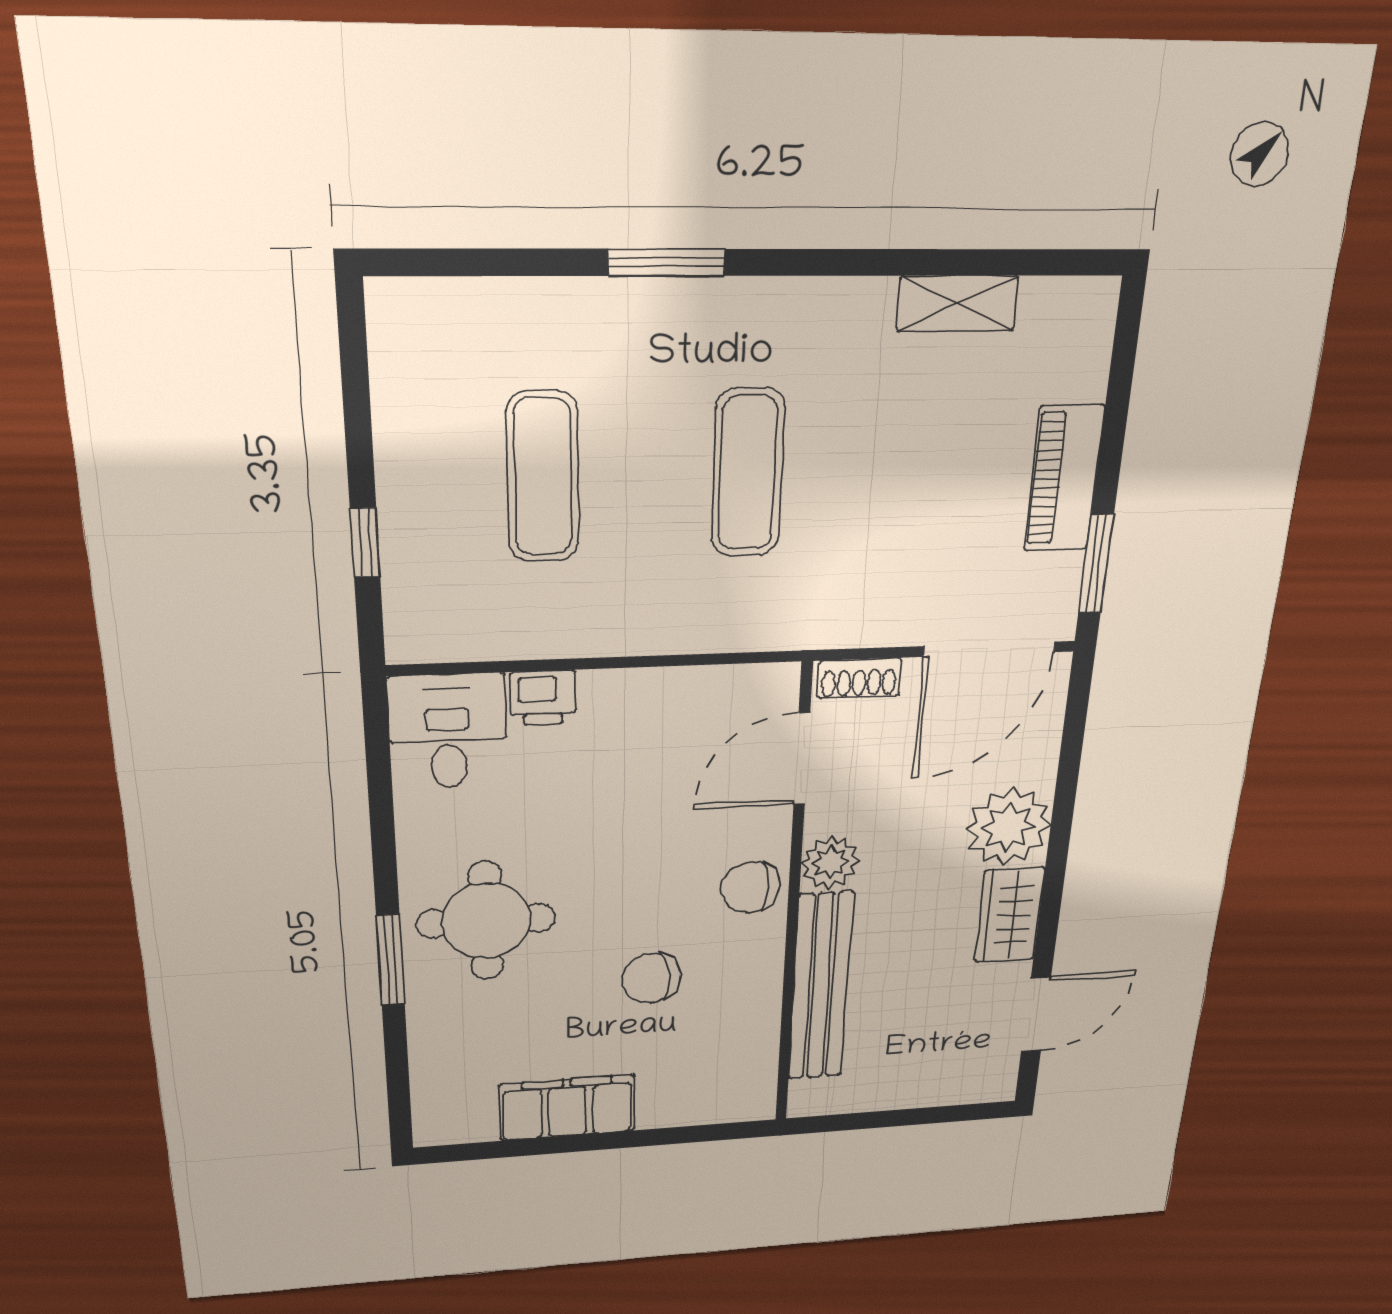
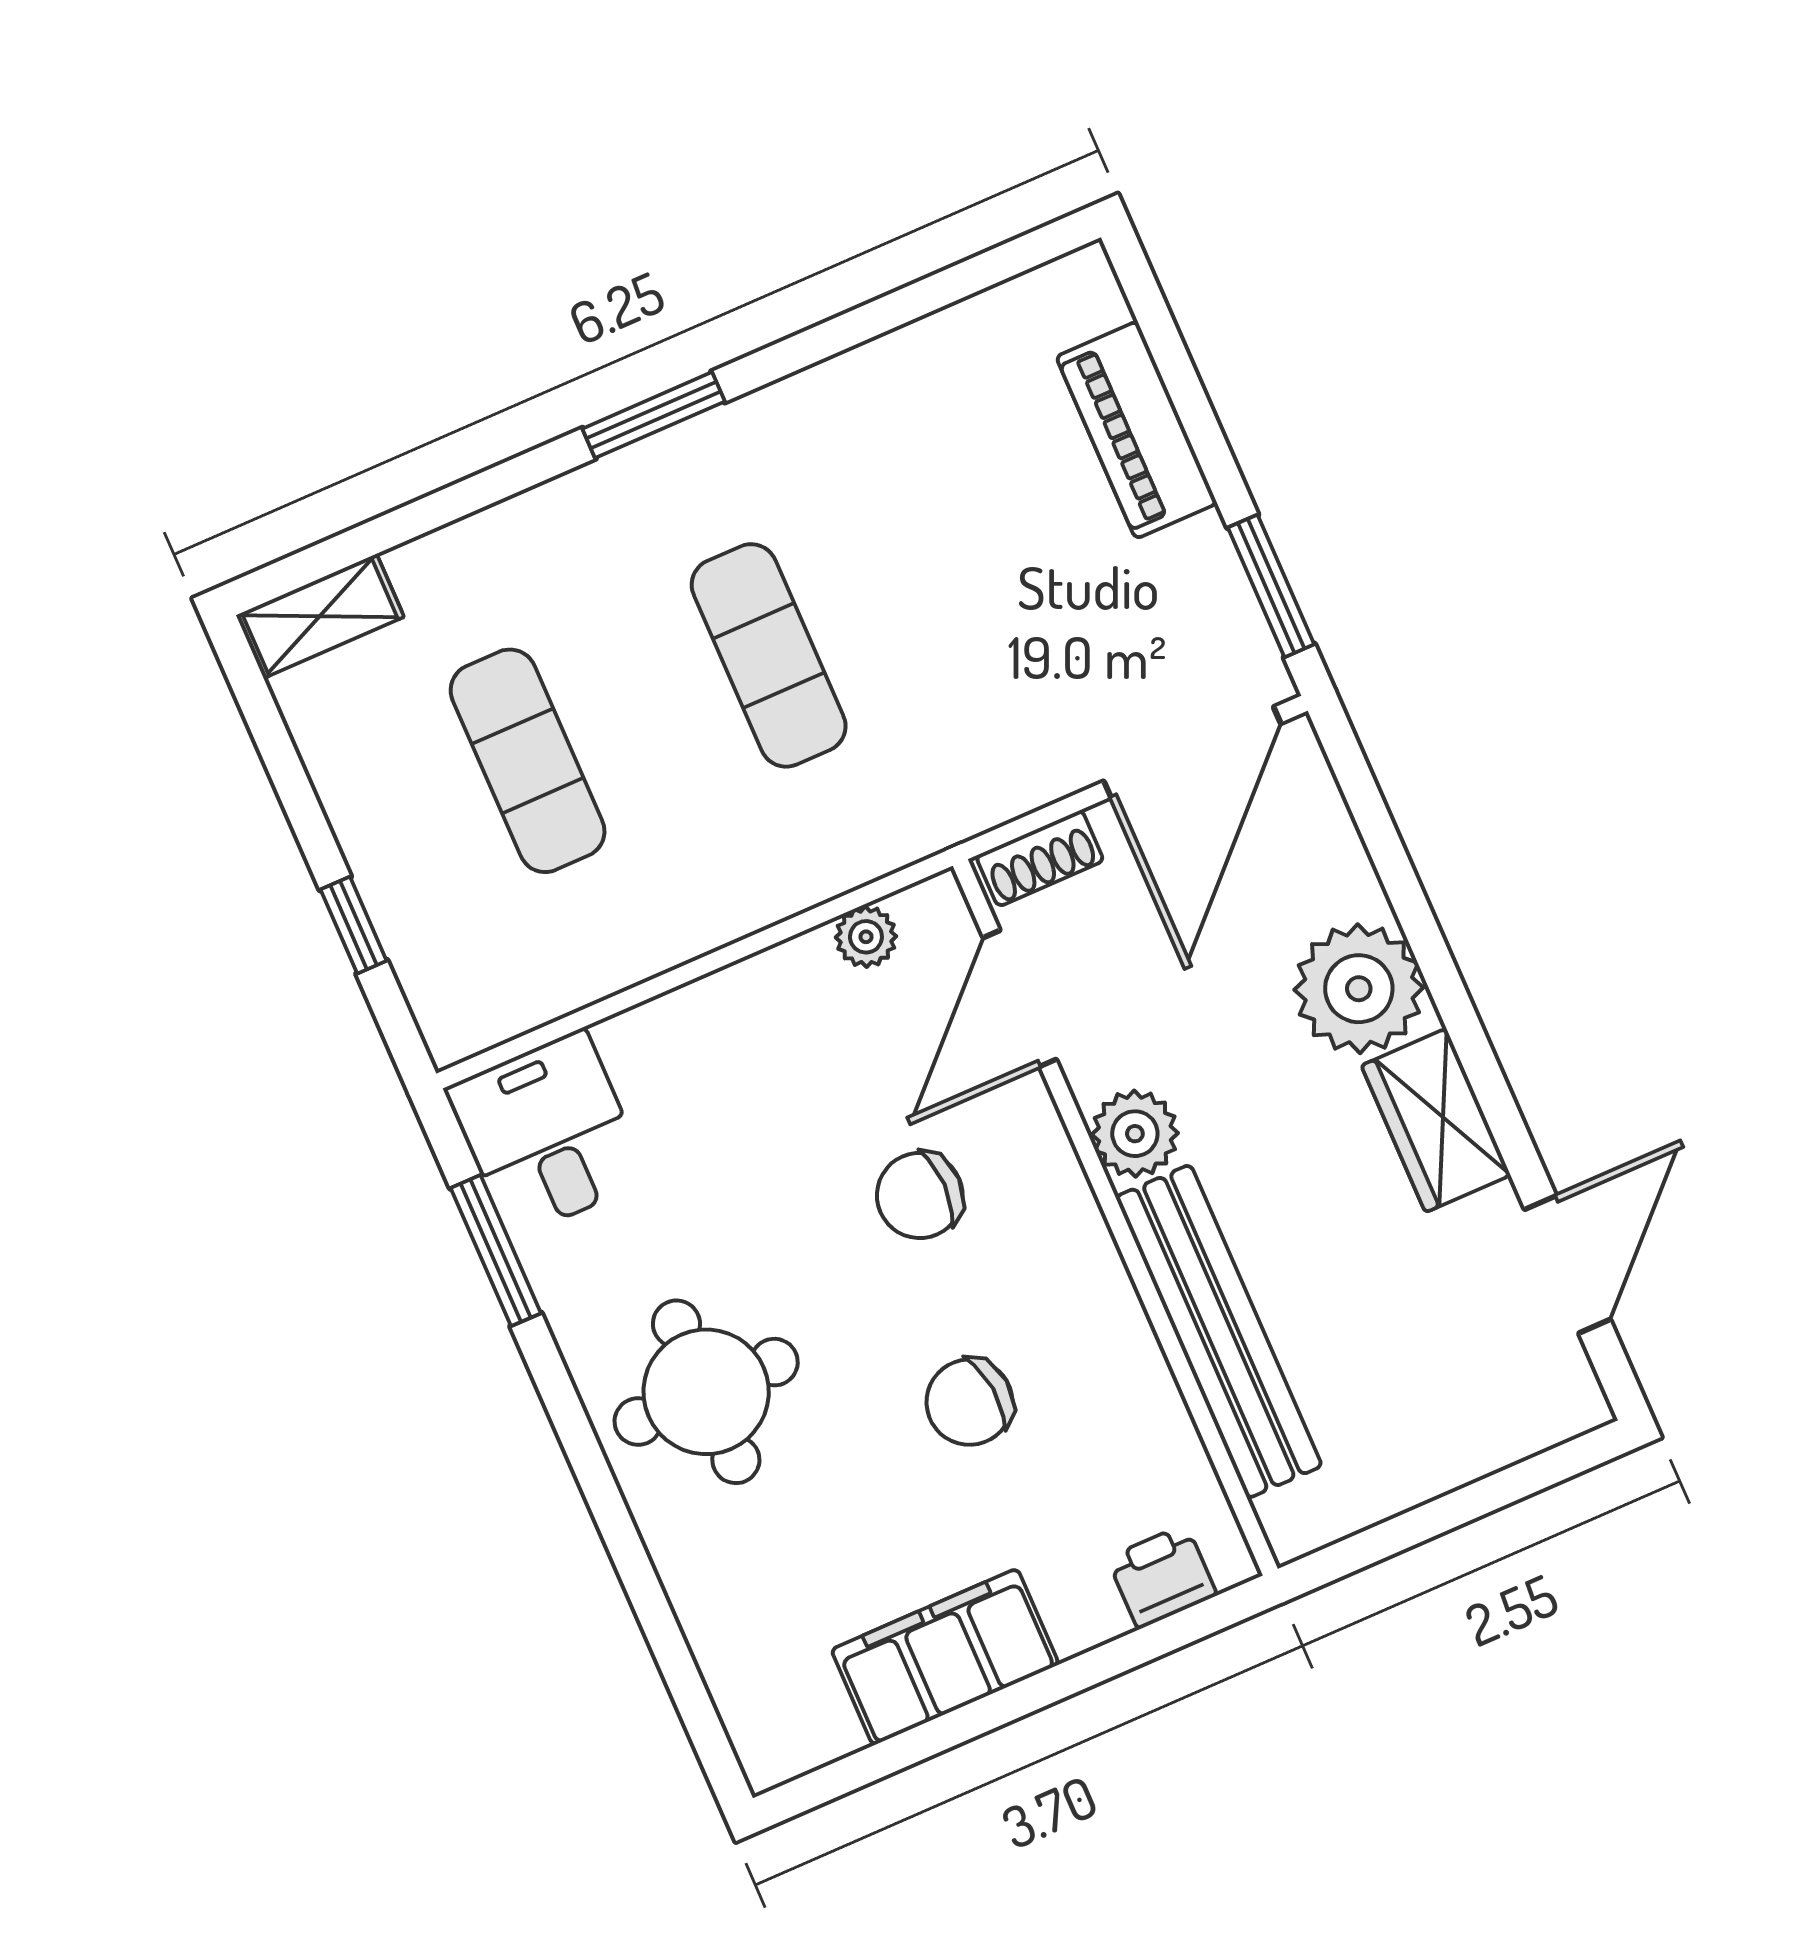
window: (667, 262) -> (654, 415), moved
shelving: (958, 304) -> (320, 616), moved
piano: (1064, 478) -> (1137, 430), moved
plant: (722, 685) -> (866, 937), added
printer: (543, 698) -> (1162, 1577), moved, turned 180
chair: (750, 887) -> (920, 1195), moved
window: (391, 960) -> (496, 1251), moved

